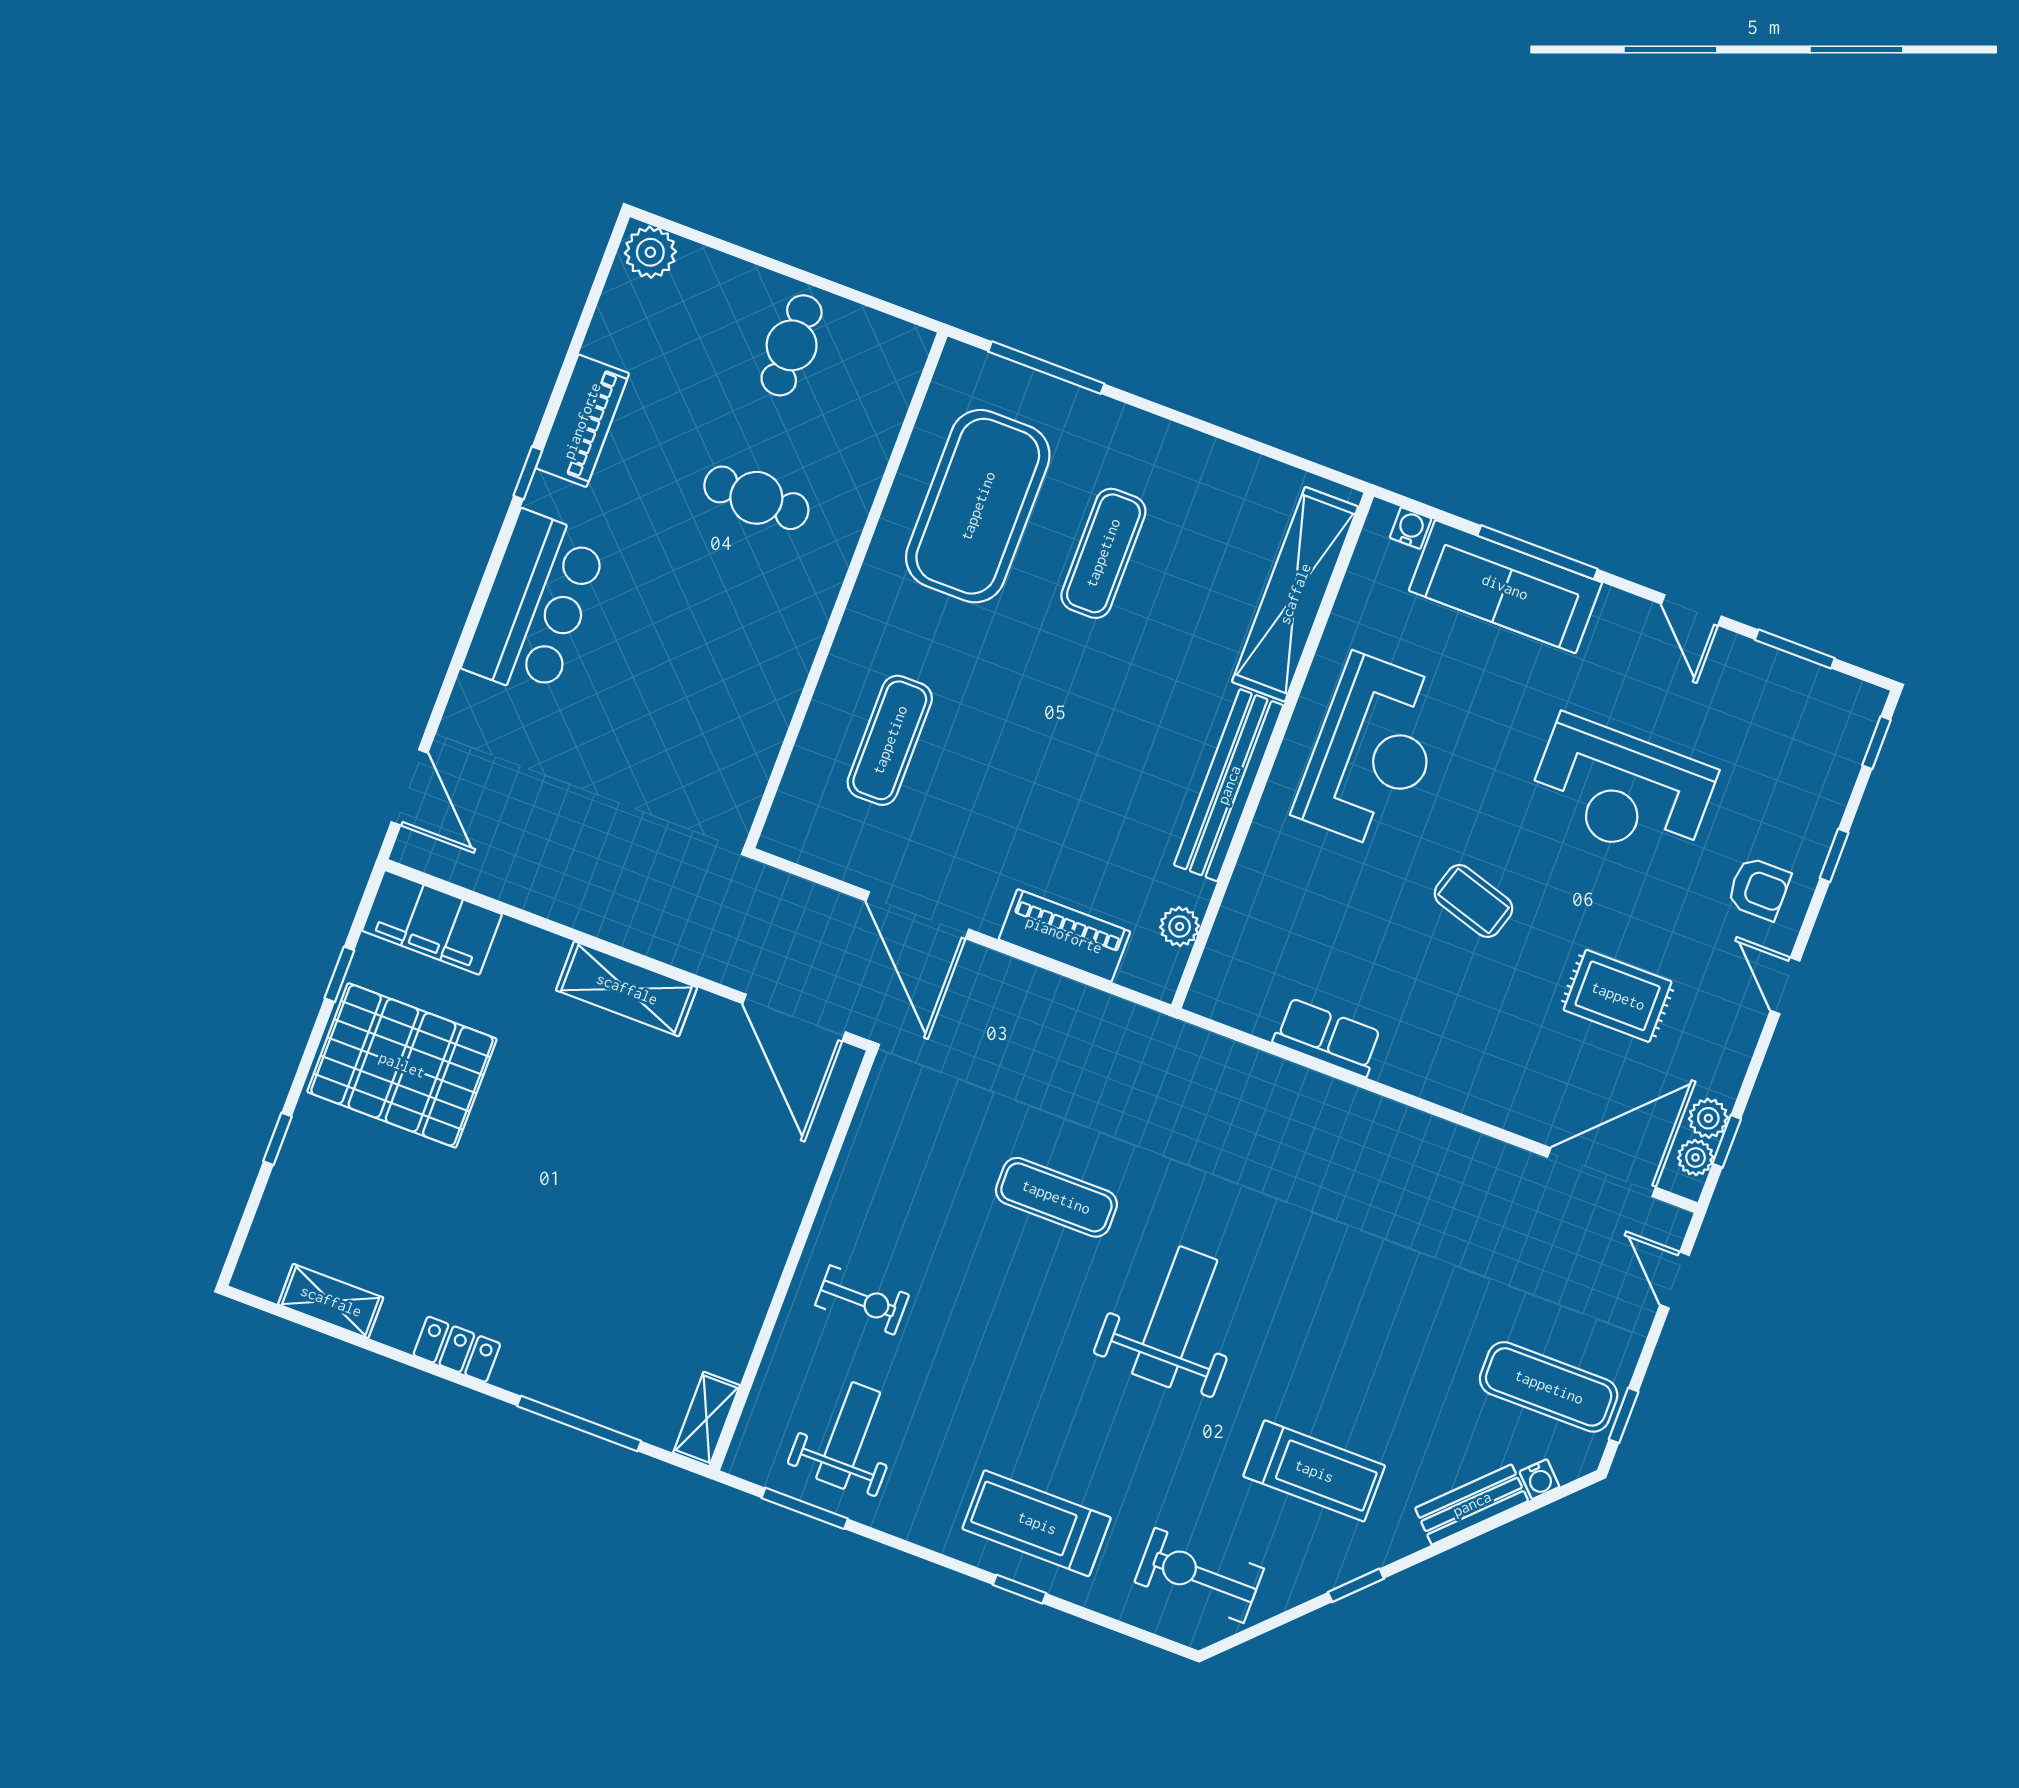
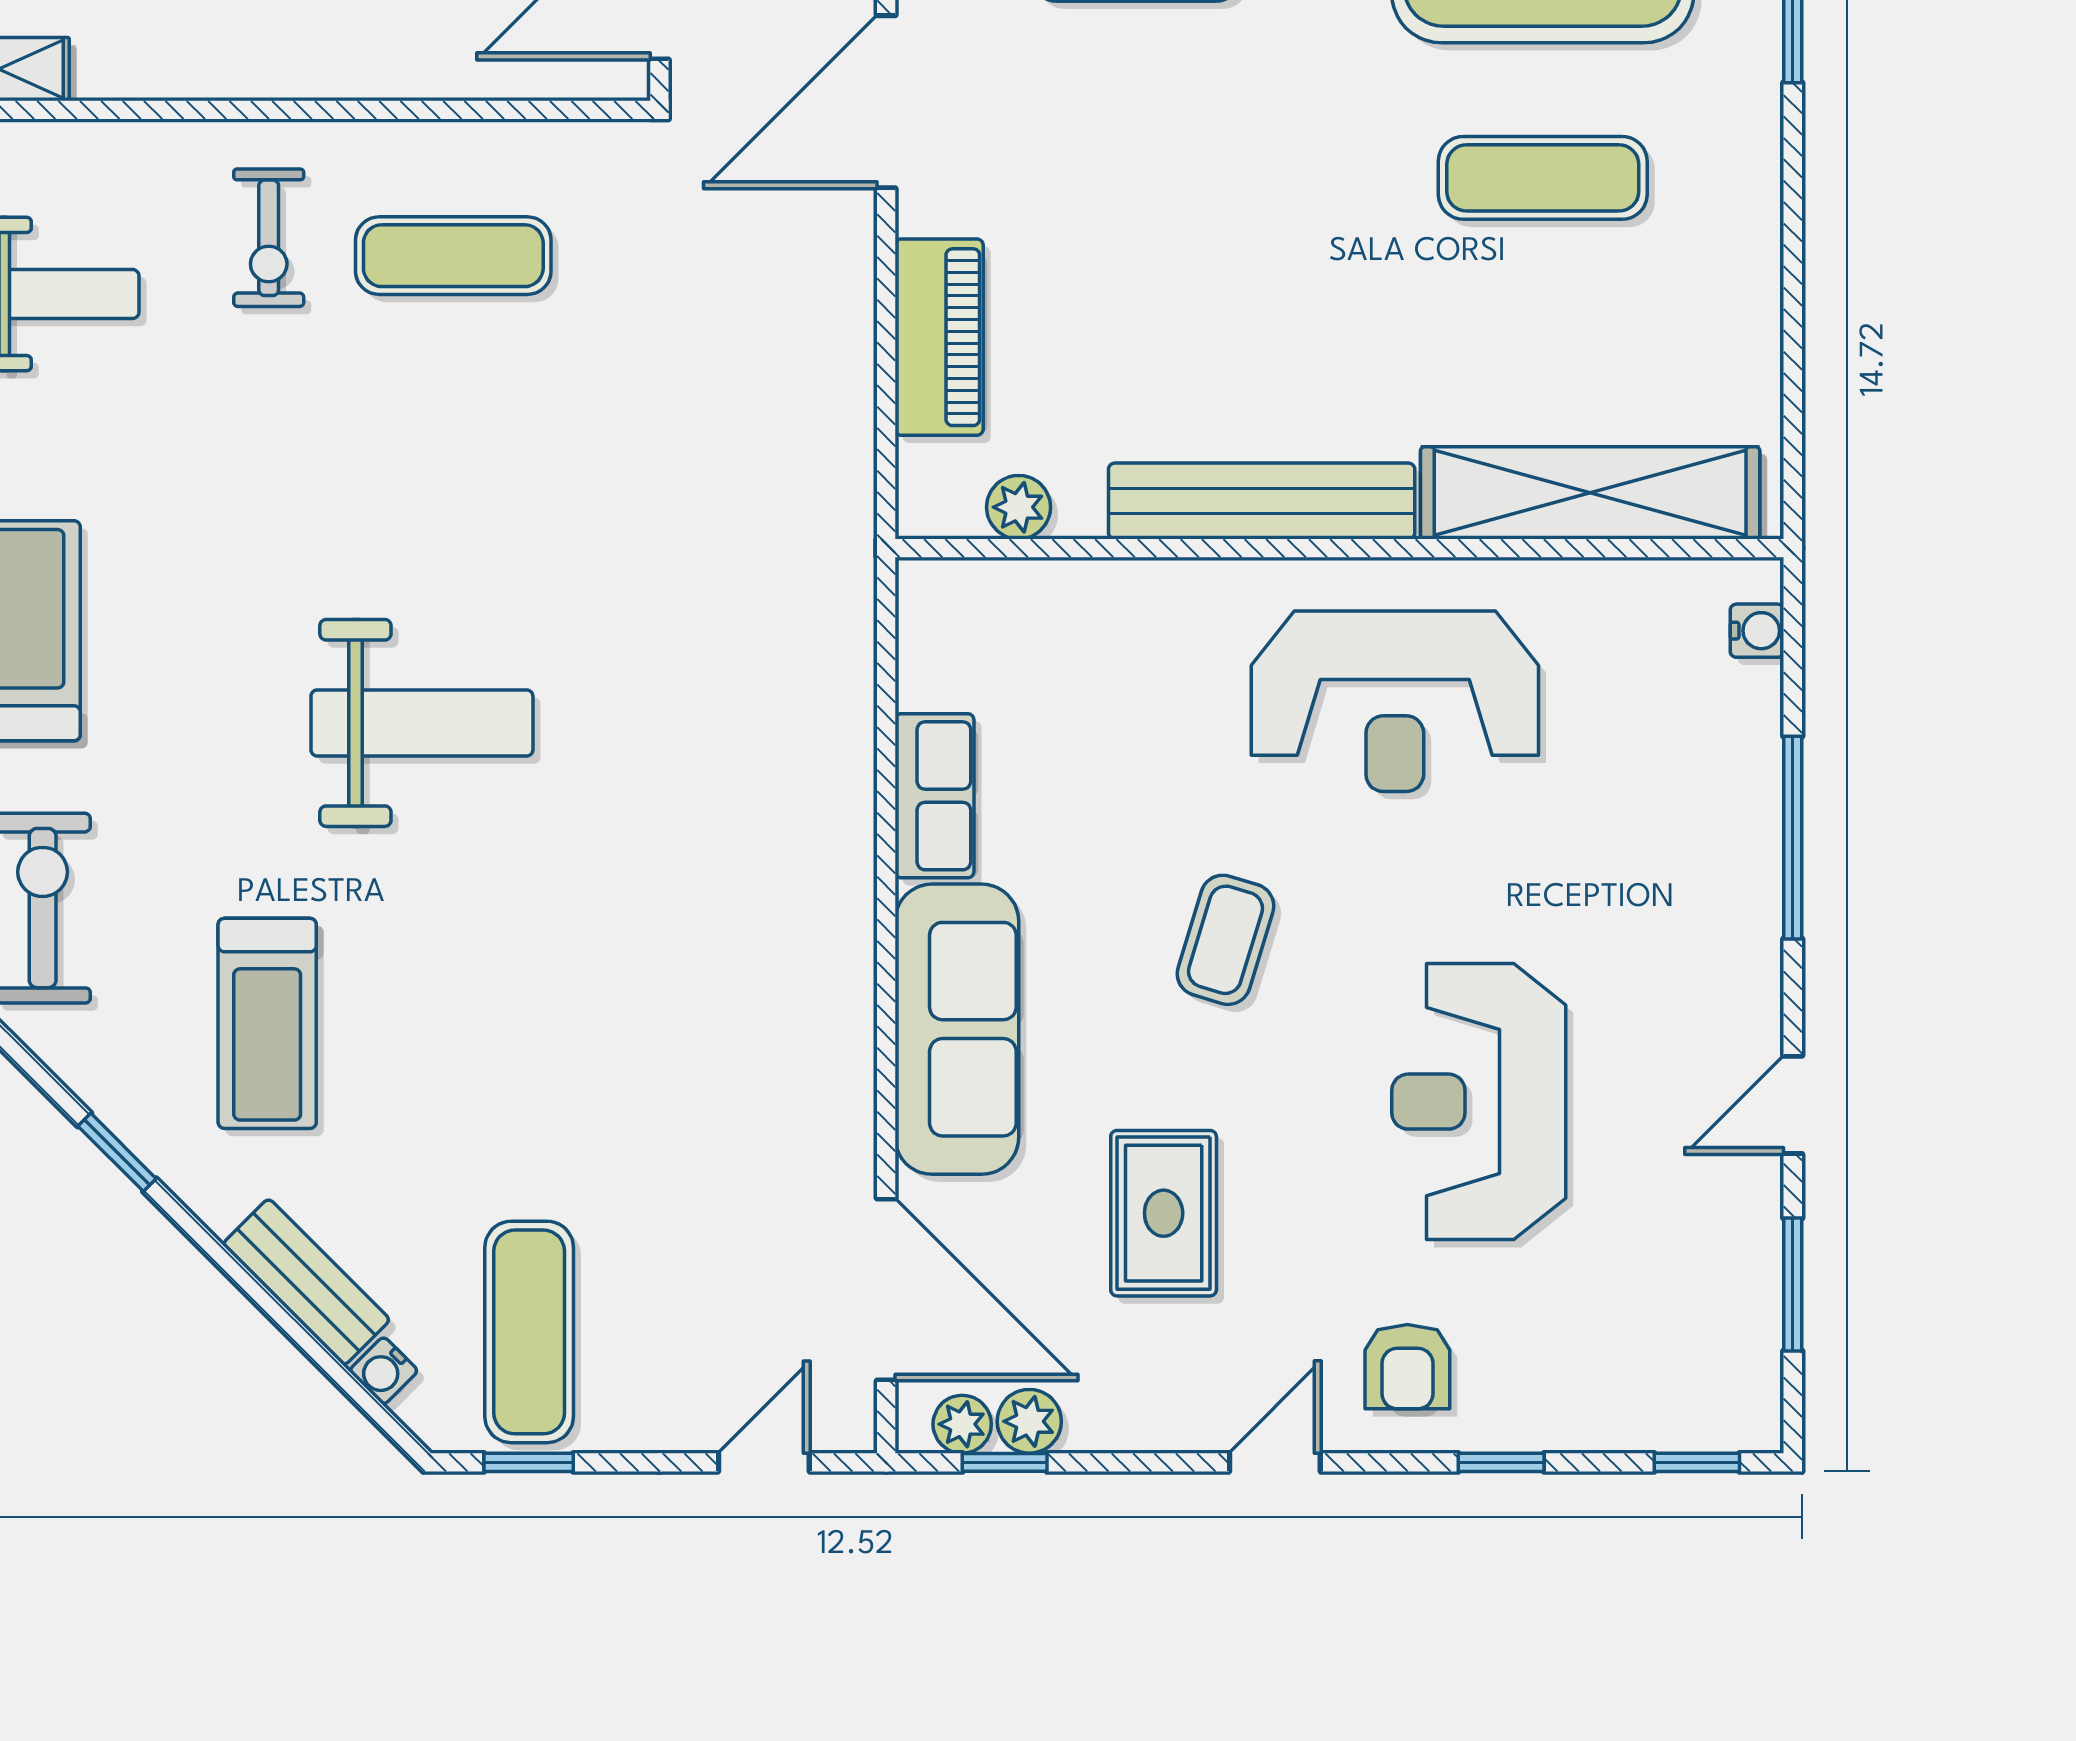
sofa: (1505, 587) -> (957, 1029), moved, turned 180
exercise mat: (1056, 1197) -> (453, 256), moved, turned 90

